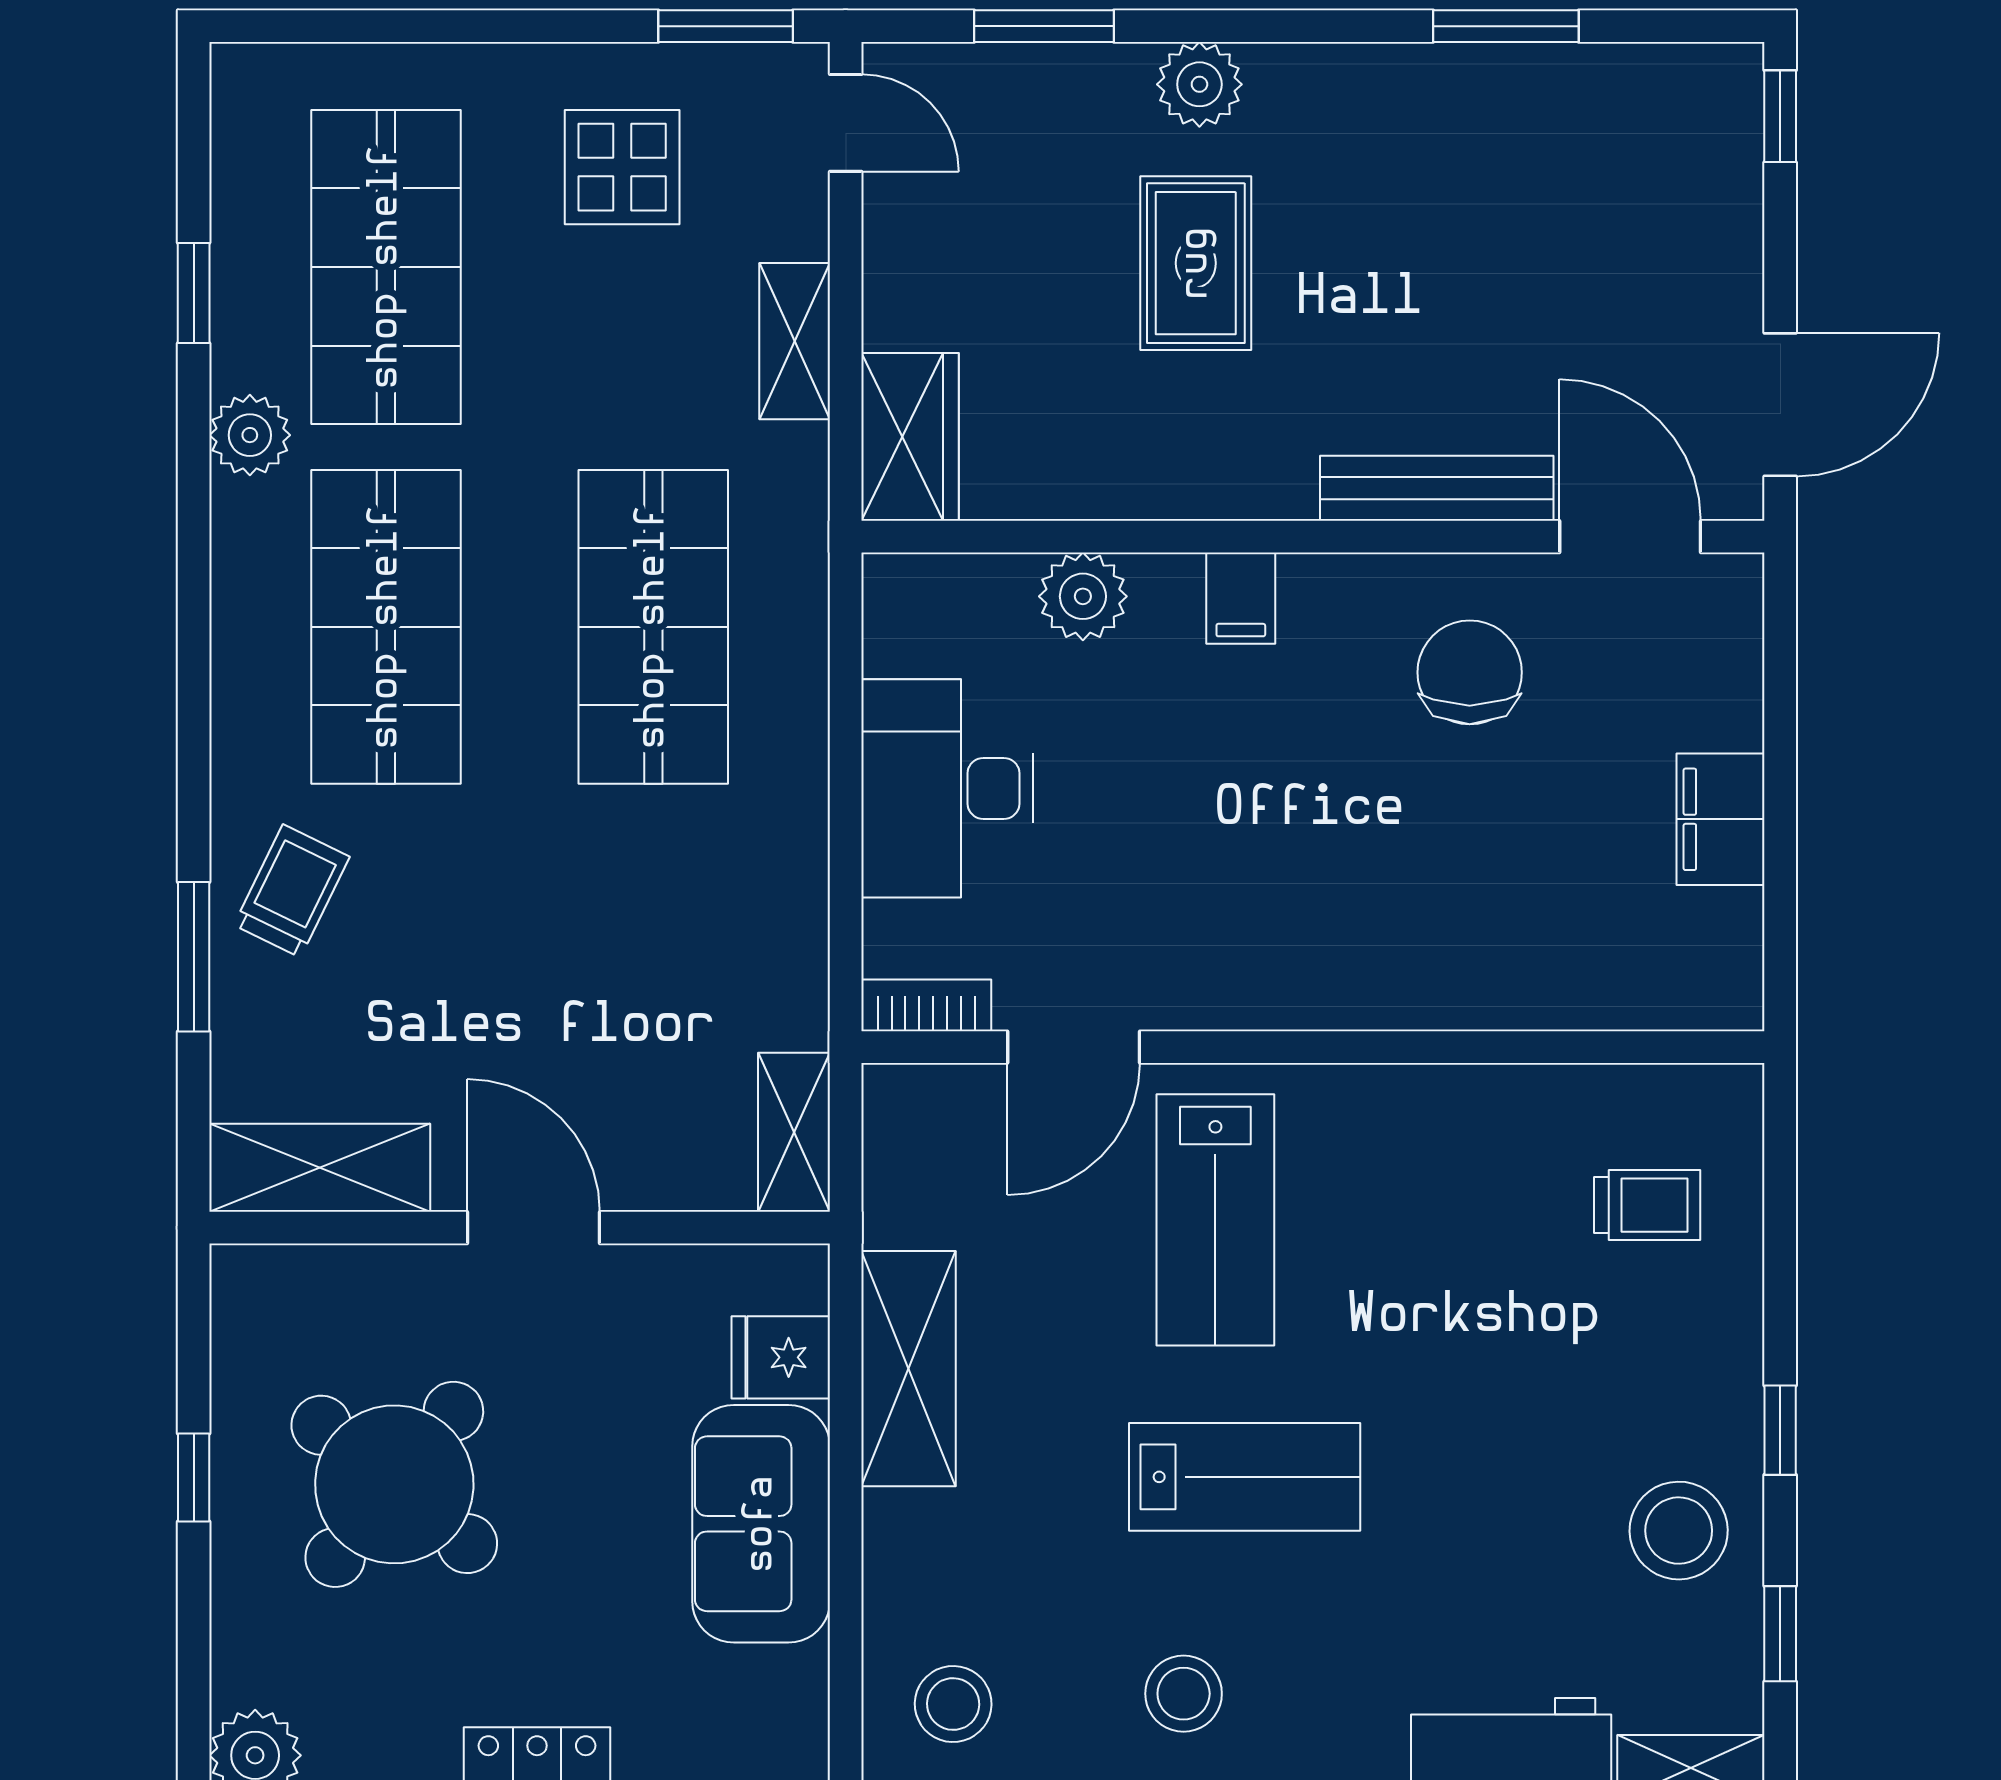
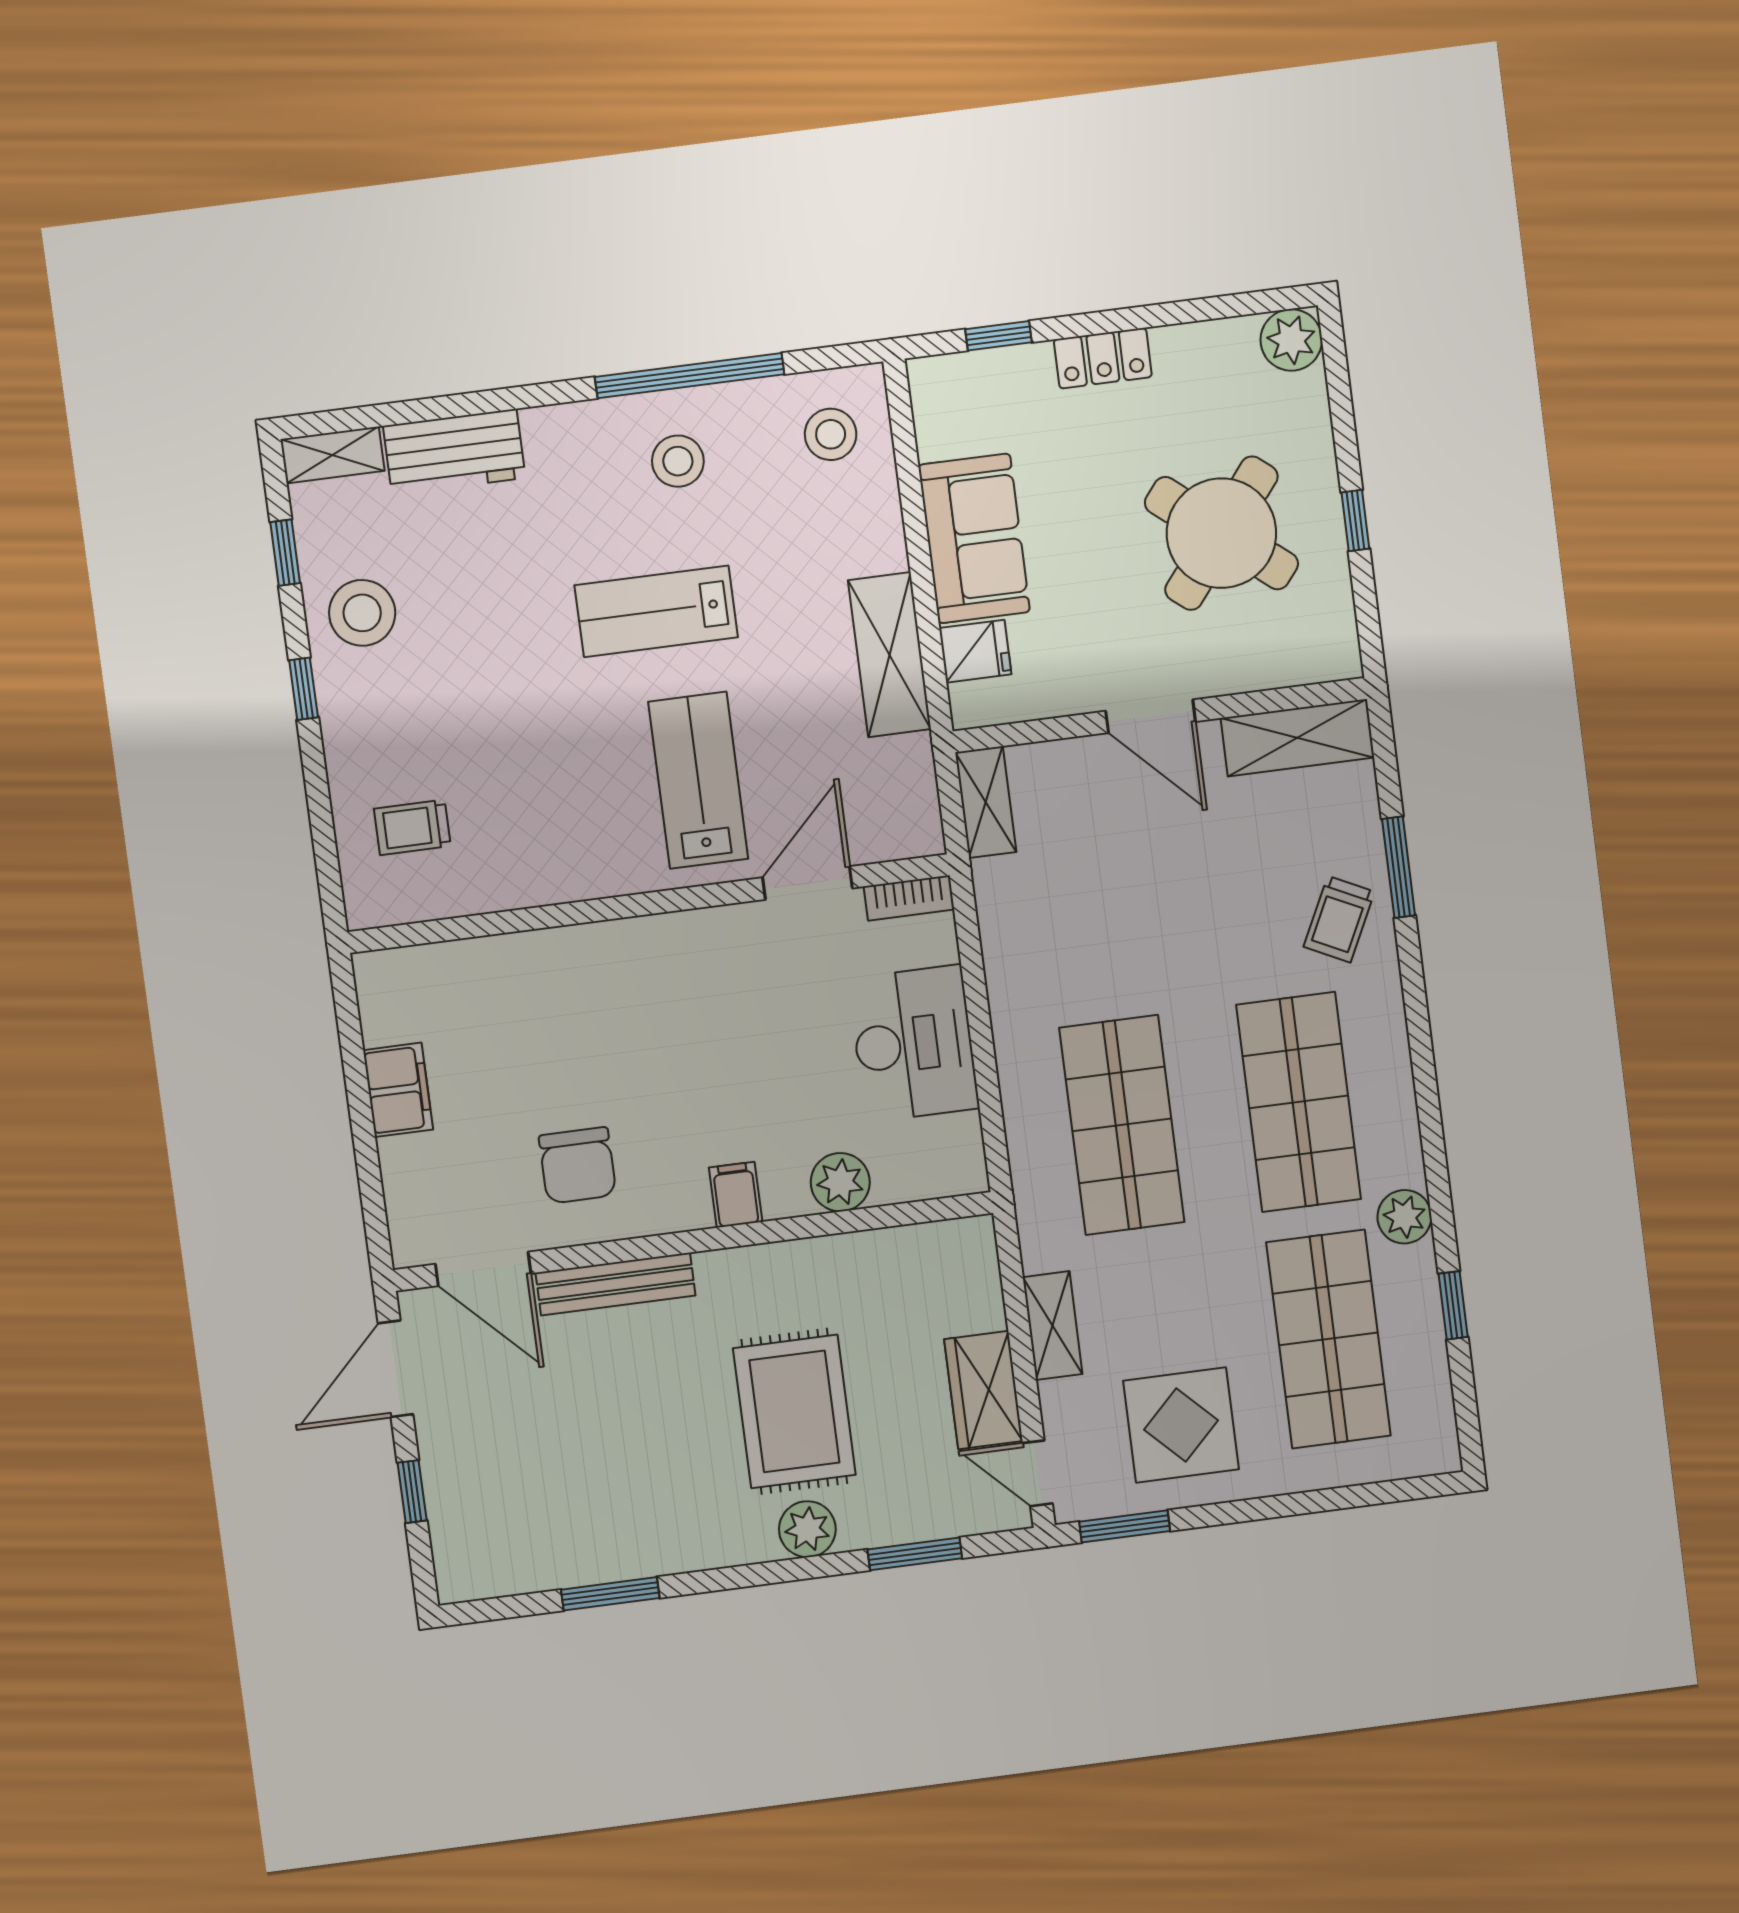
window: (1780, 116) -> (412, 1492), moved
display table: (622, 167) -> (1181, 1425), width x1.36, depth x1.36
rug: (1196, 263) -> (794, 1411), width x1.36, depth x1.43
wardrobe: (910, 437) -> (983, 1390), moved

